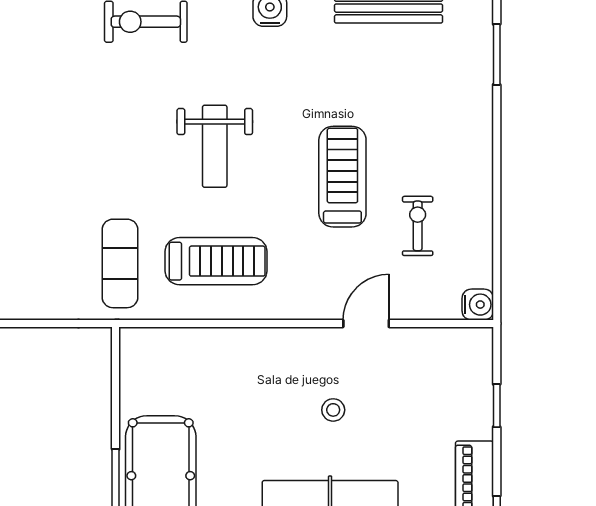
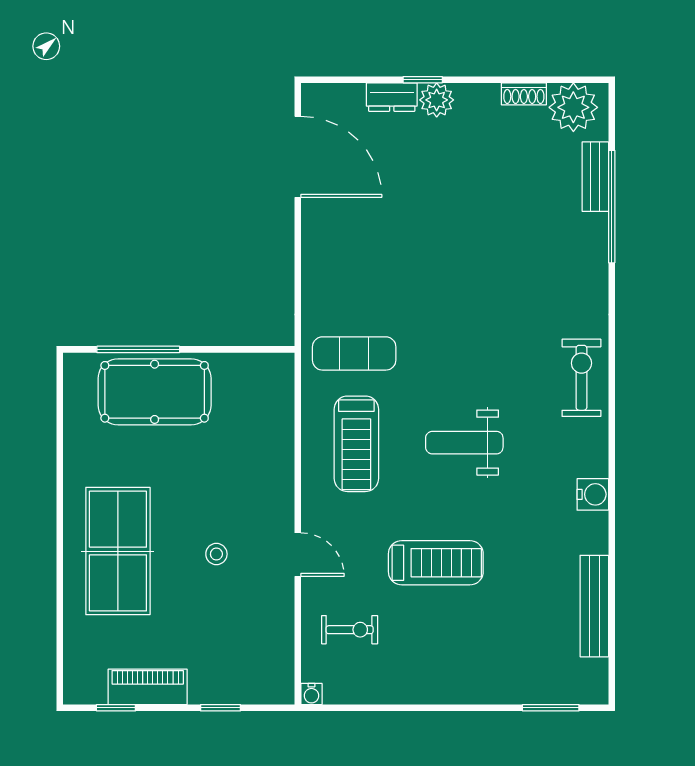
exercise bike: (418, 226) -> (350, 630), moved
water cooler: (478, 305) -> (311, 694), width x0.72, depth x0.72
door: (366, 324) -> (298, 555), moved

